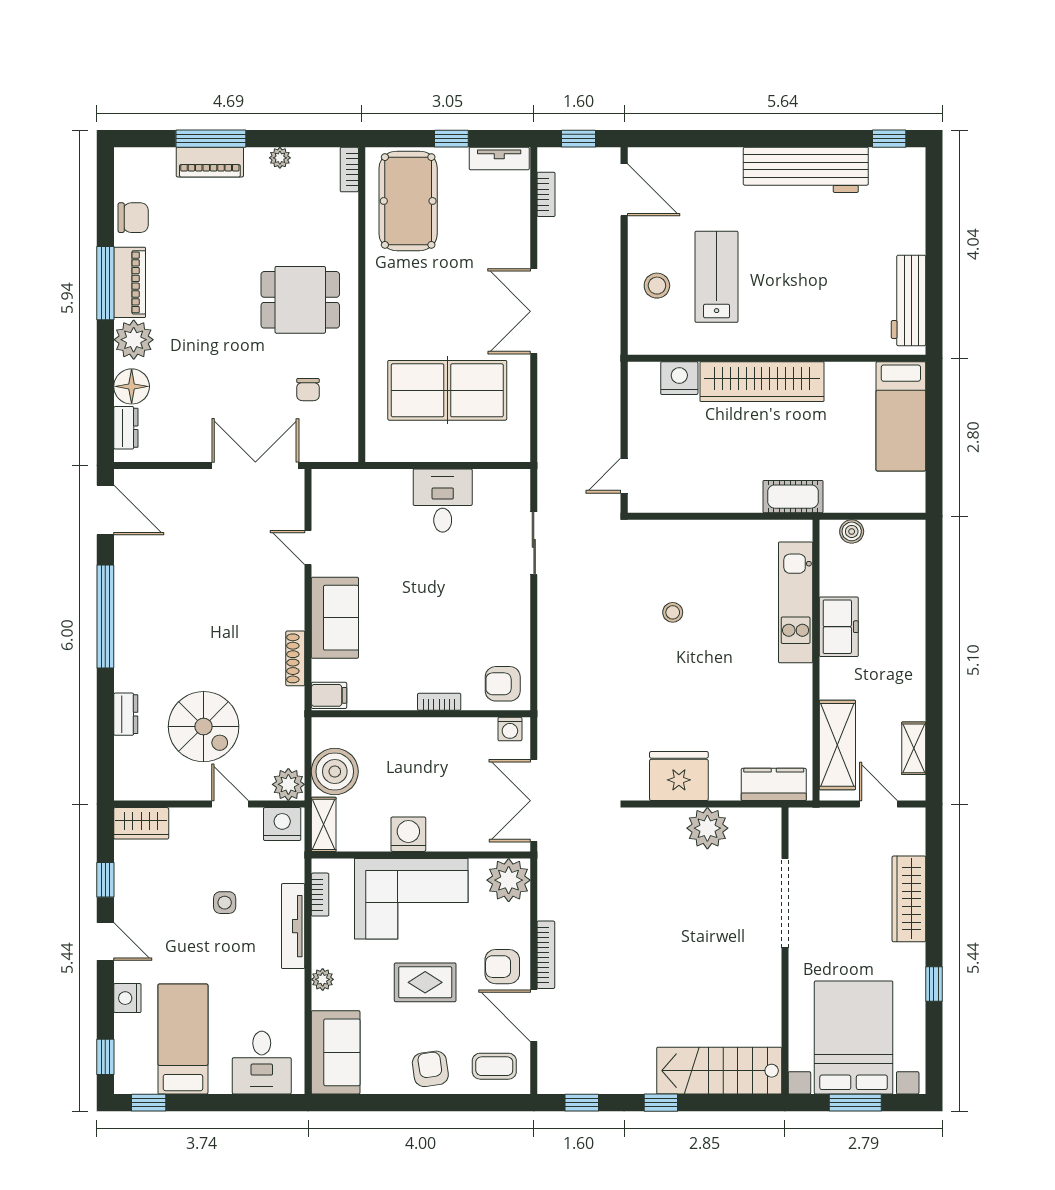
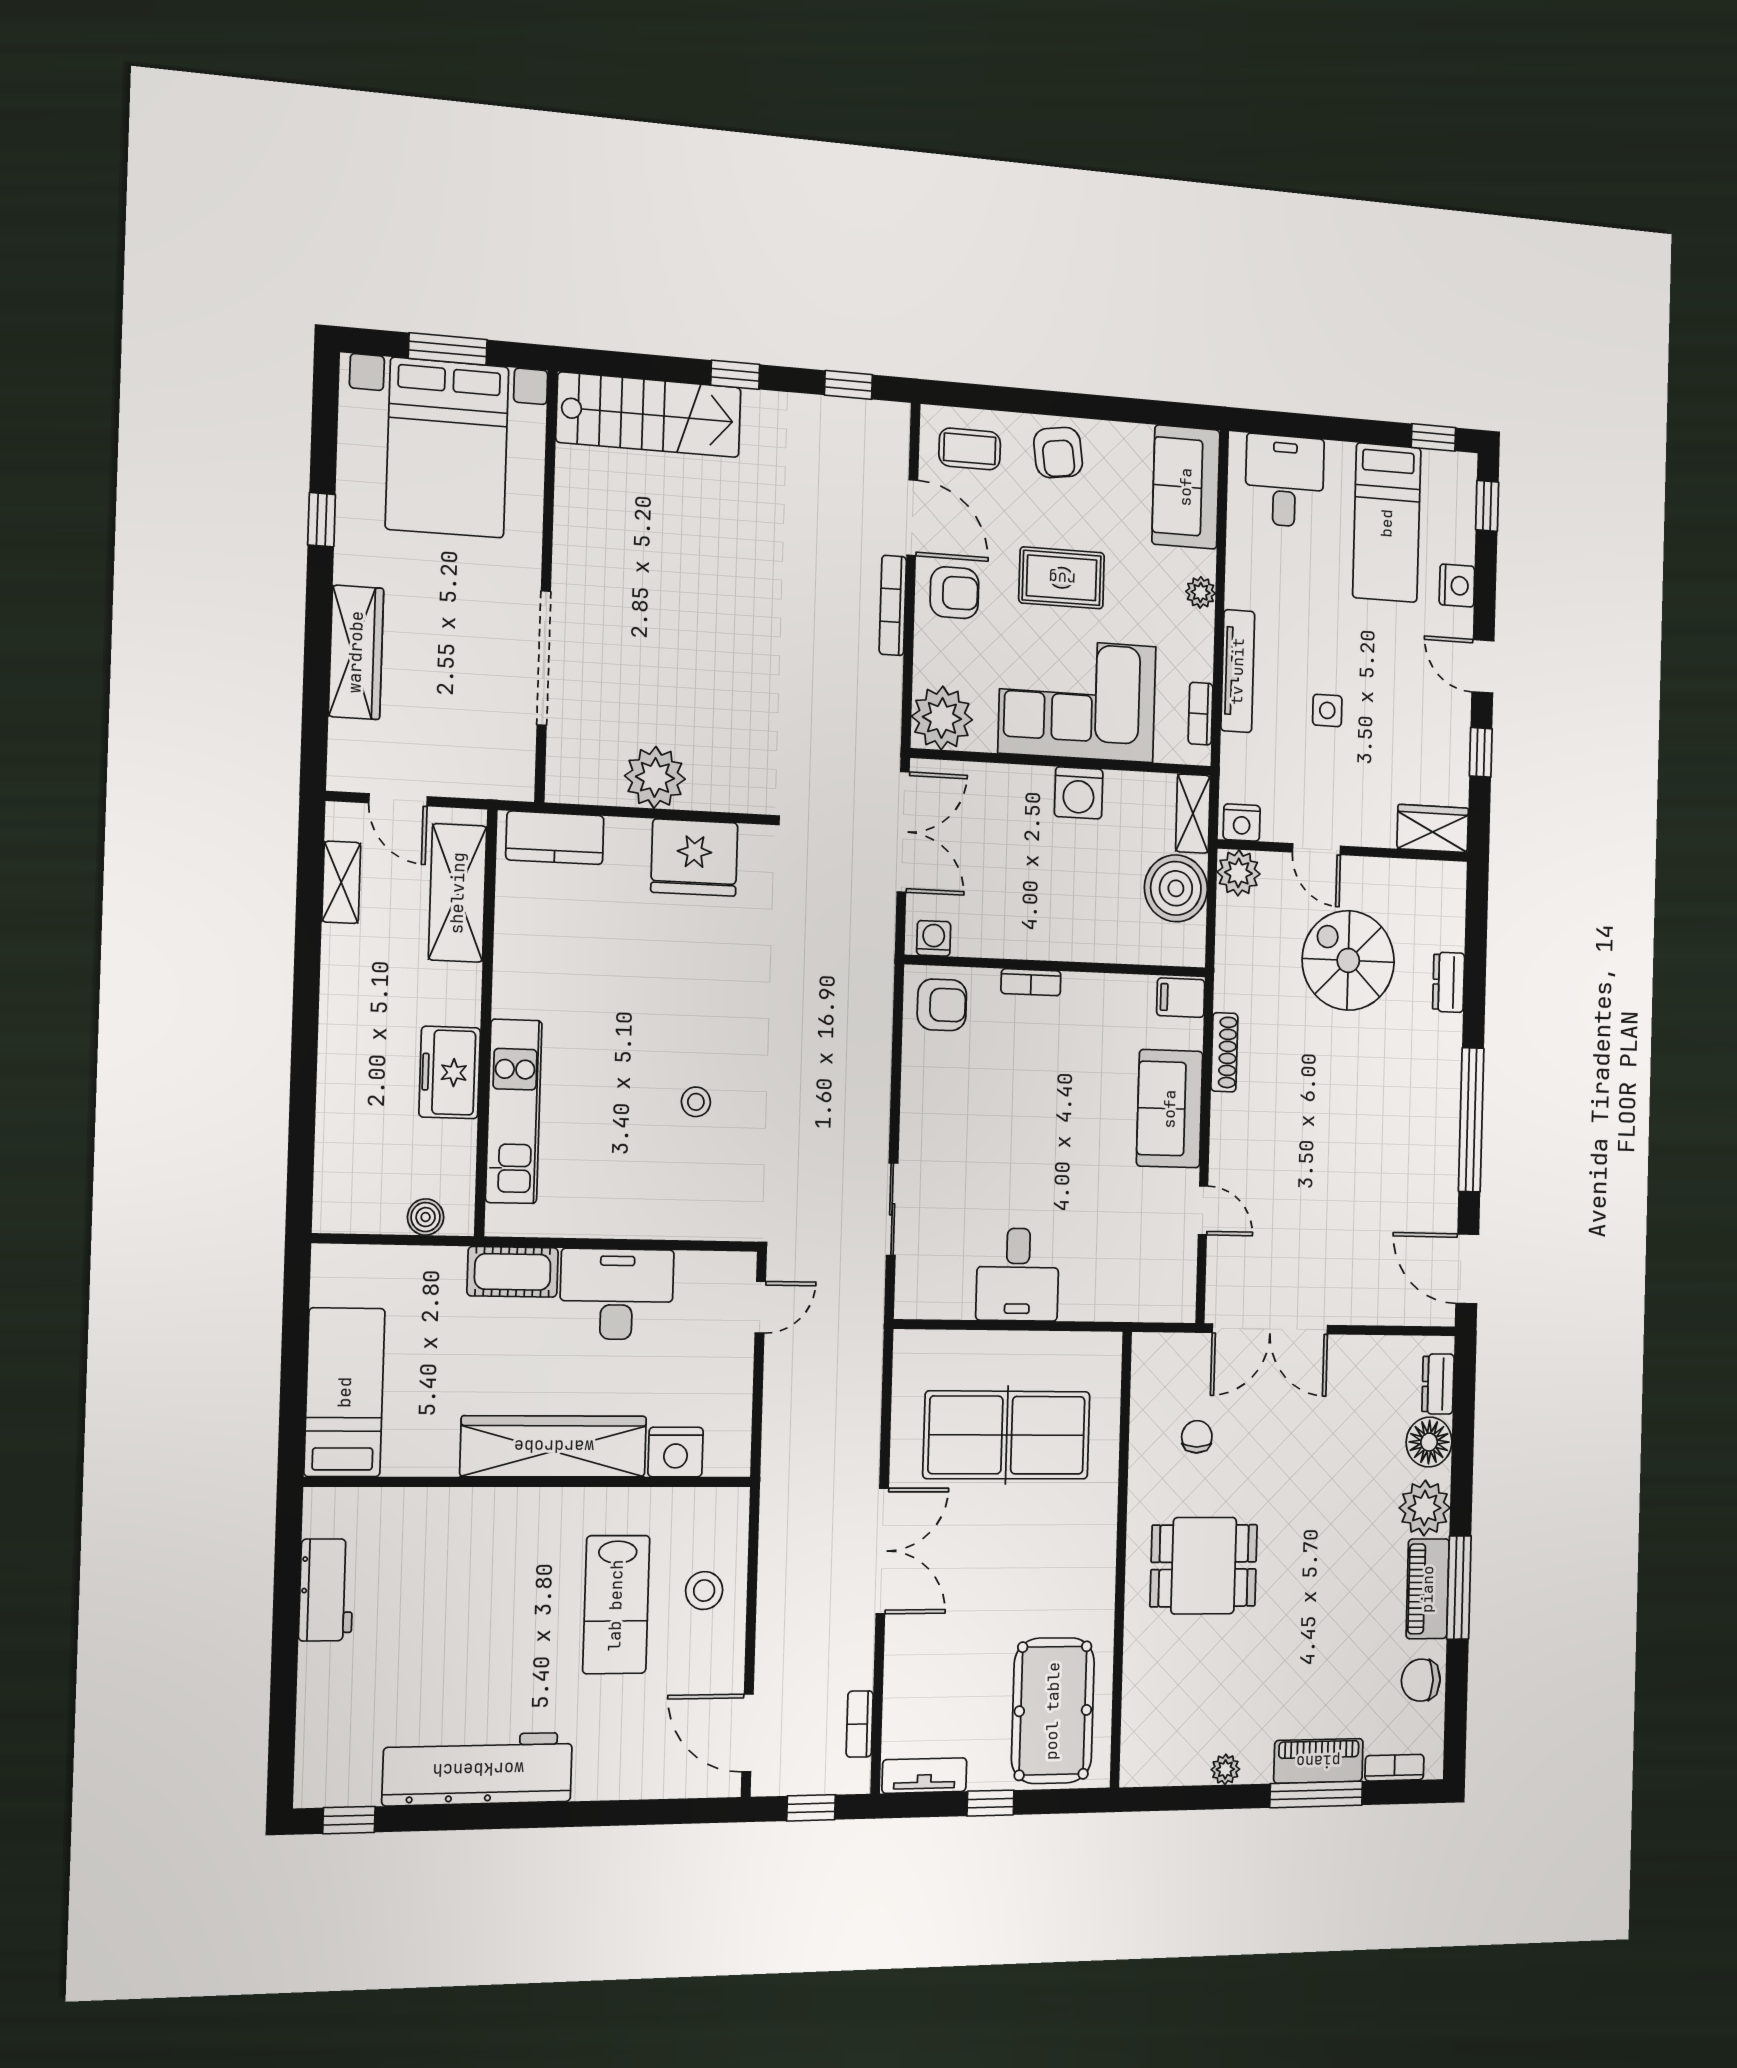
bookcase: (349, 170) -> (1394, 1768), moved, turned -90
workbench: (908, 300) -> (326, 1590), width x0.73
desk: (723, 483) -> (617, 1294), added
nightstand: (282, 824) -> (1242, 822), width x0.74, depth x0.75

